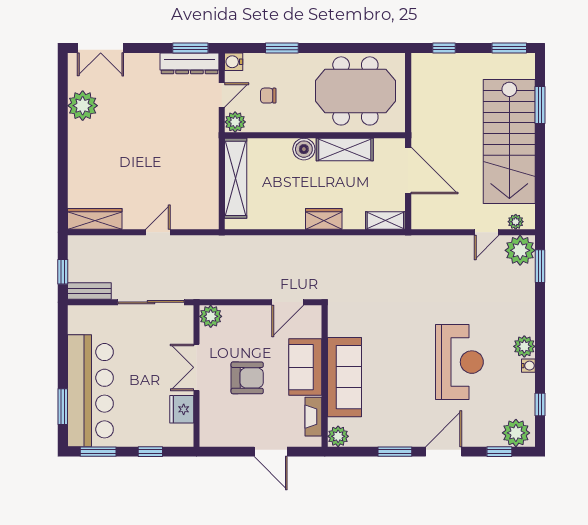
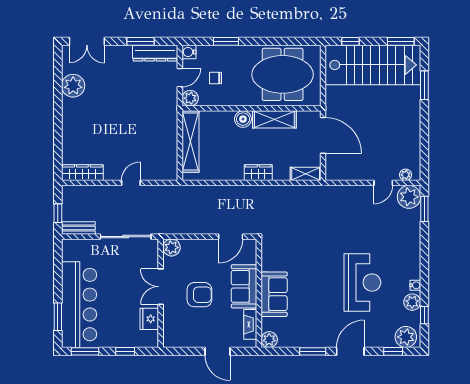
window: (190, 48) -> (141, 41), moved
stairs: (509, 142) -> (373, 65), moved, turned -90
plant: (524, 346) -> (412, 302), moved
sofa: (344, 377) -> (274, 294), width x0.73

